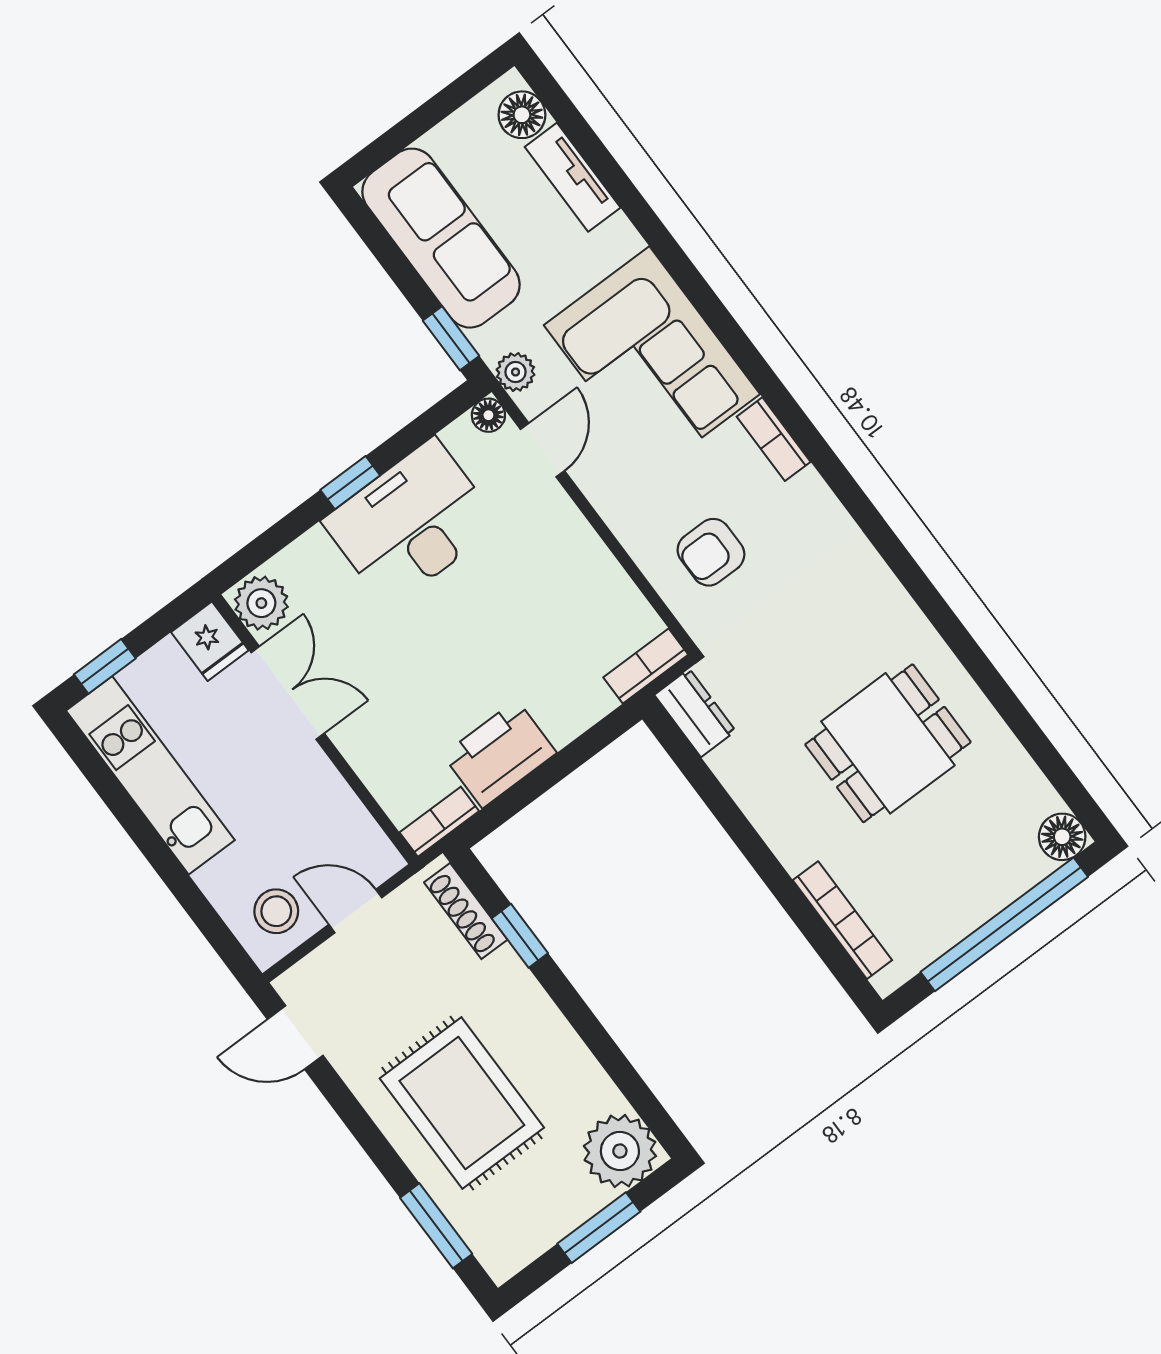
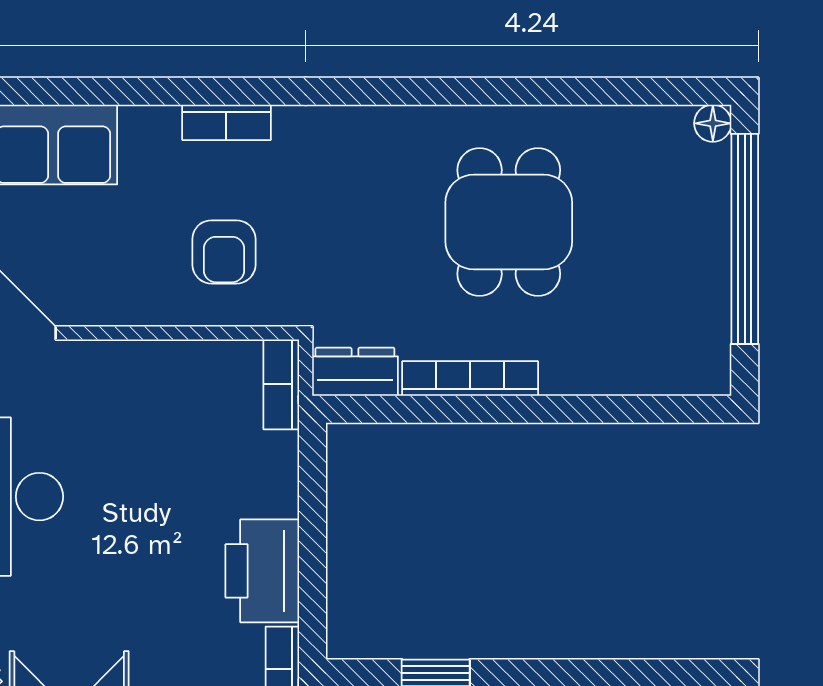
bookcase: (774, 439) -> (226, 122), moved
floor lamp: (1062, 837) -> (713, 123), width x0.73, depth x0.73
bookcase: (842, 920) -> (470, 379), moved

